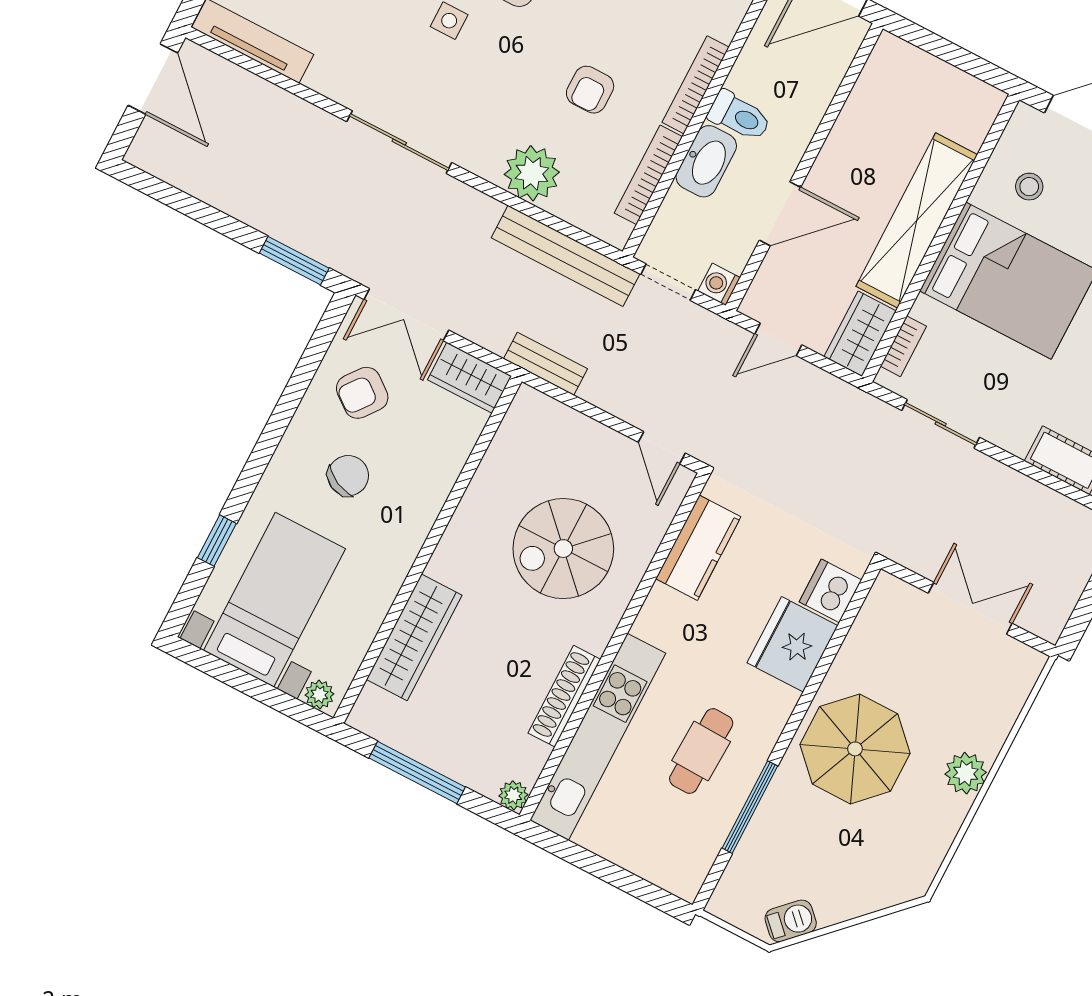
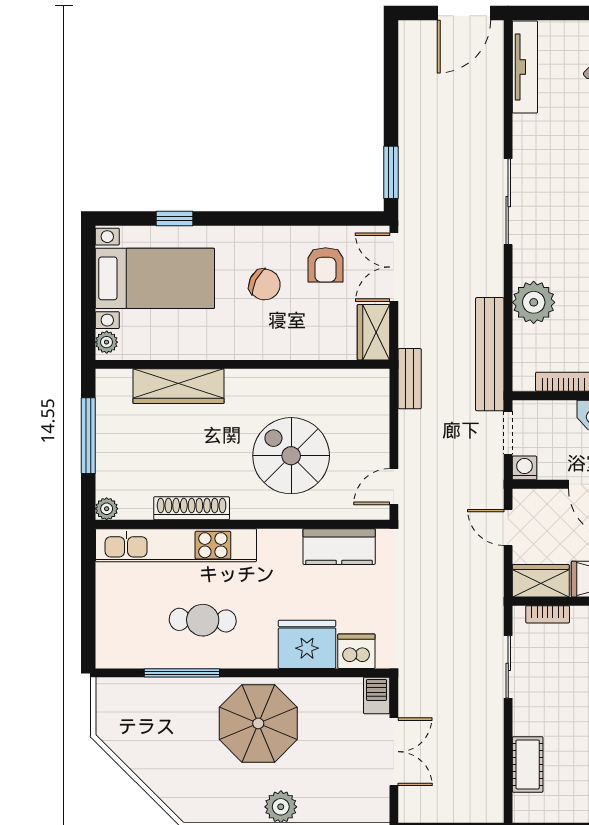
armchair: (362, 393) -> (326, 265), turned -128
barbecue: (791, 921) -> (377, 695), moved, turned -135

